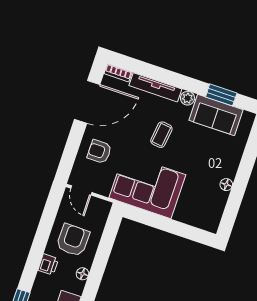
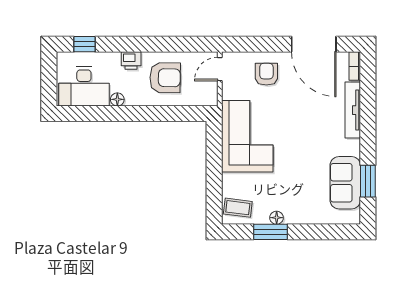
plant: (188, 98) -> (353, 147), removed
coffee table: (161, 135) -> (238, 208), moved
window: (237, 194) -> (270, 232), added
floor lamp: (82, 274) -> (117, 99), moved

